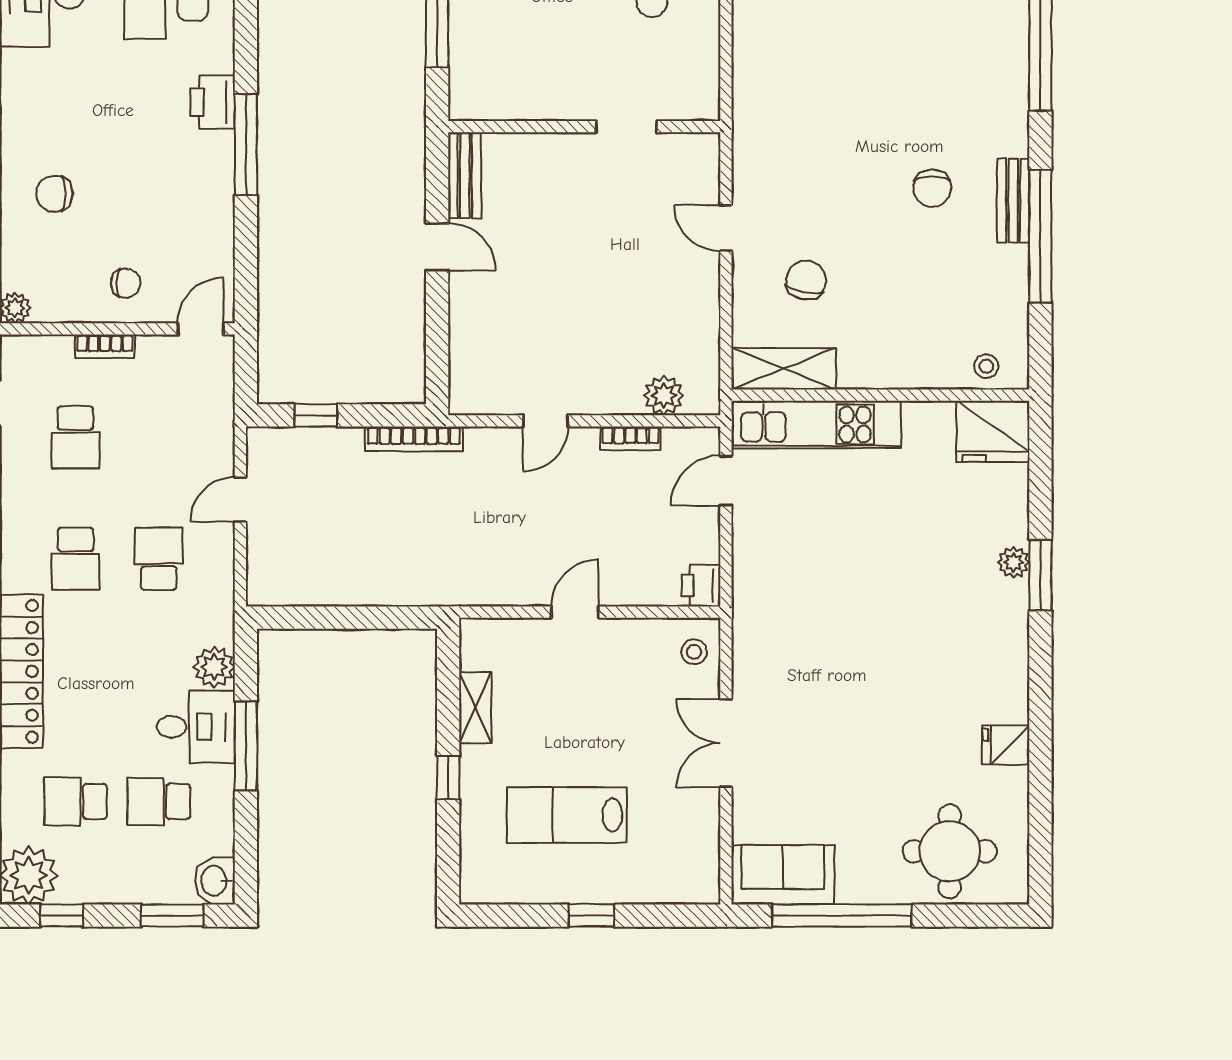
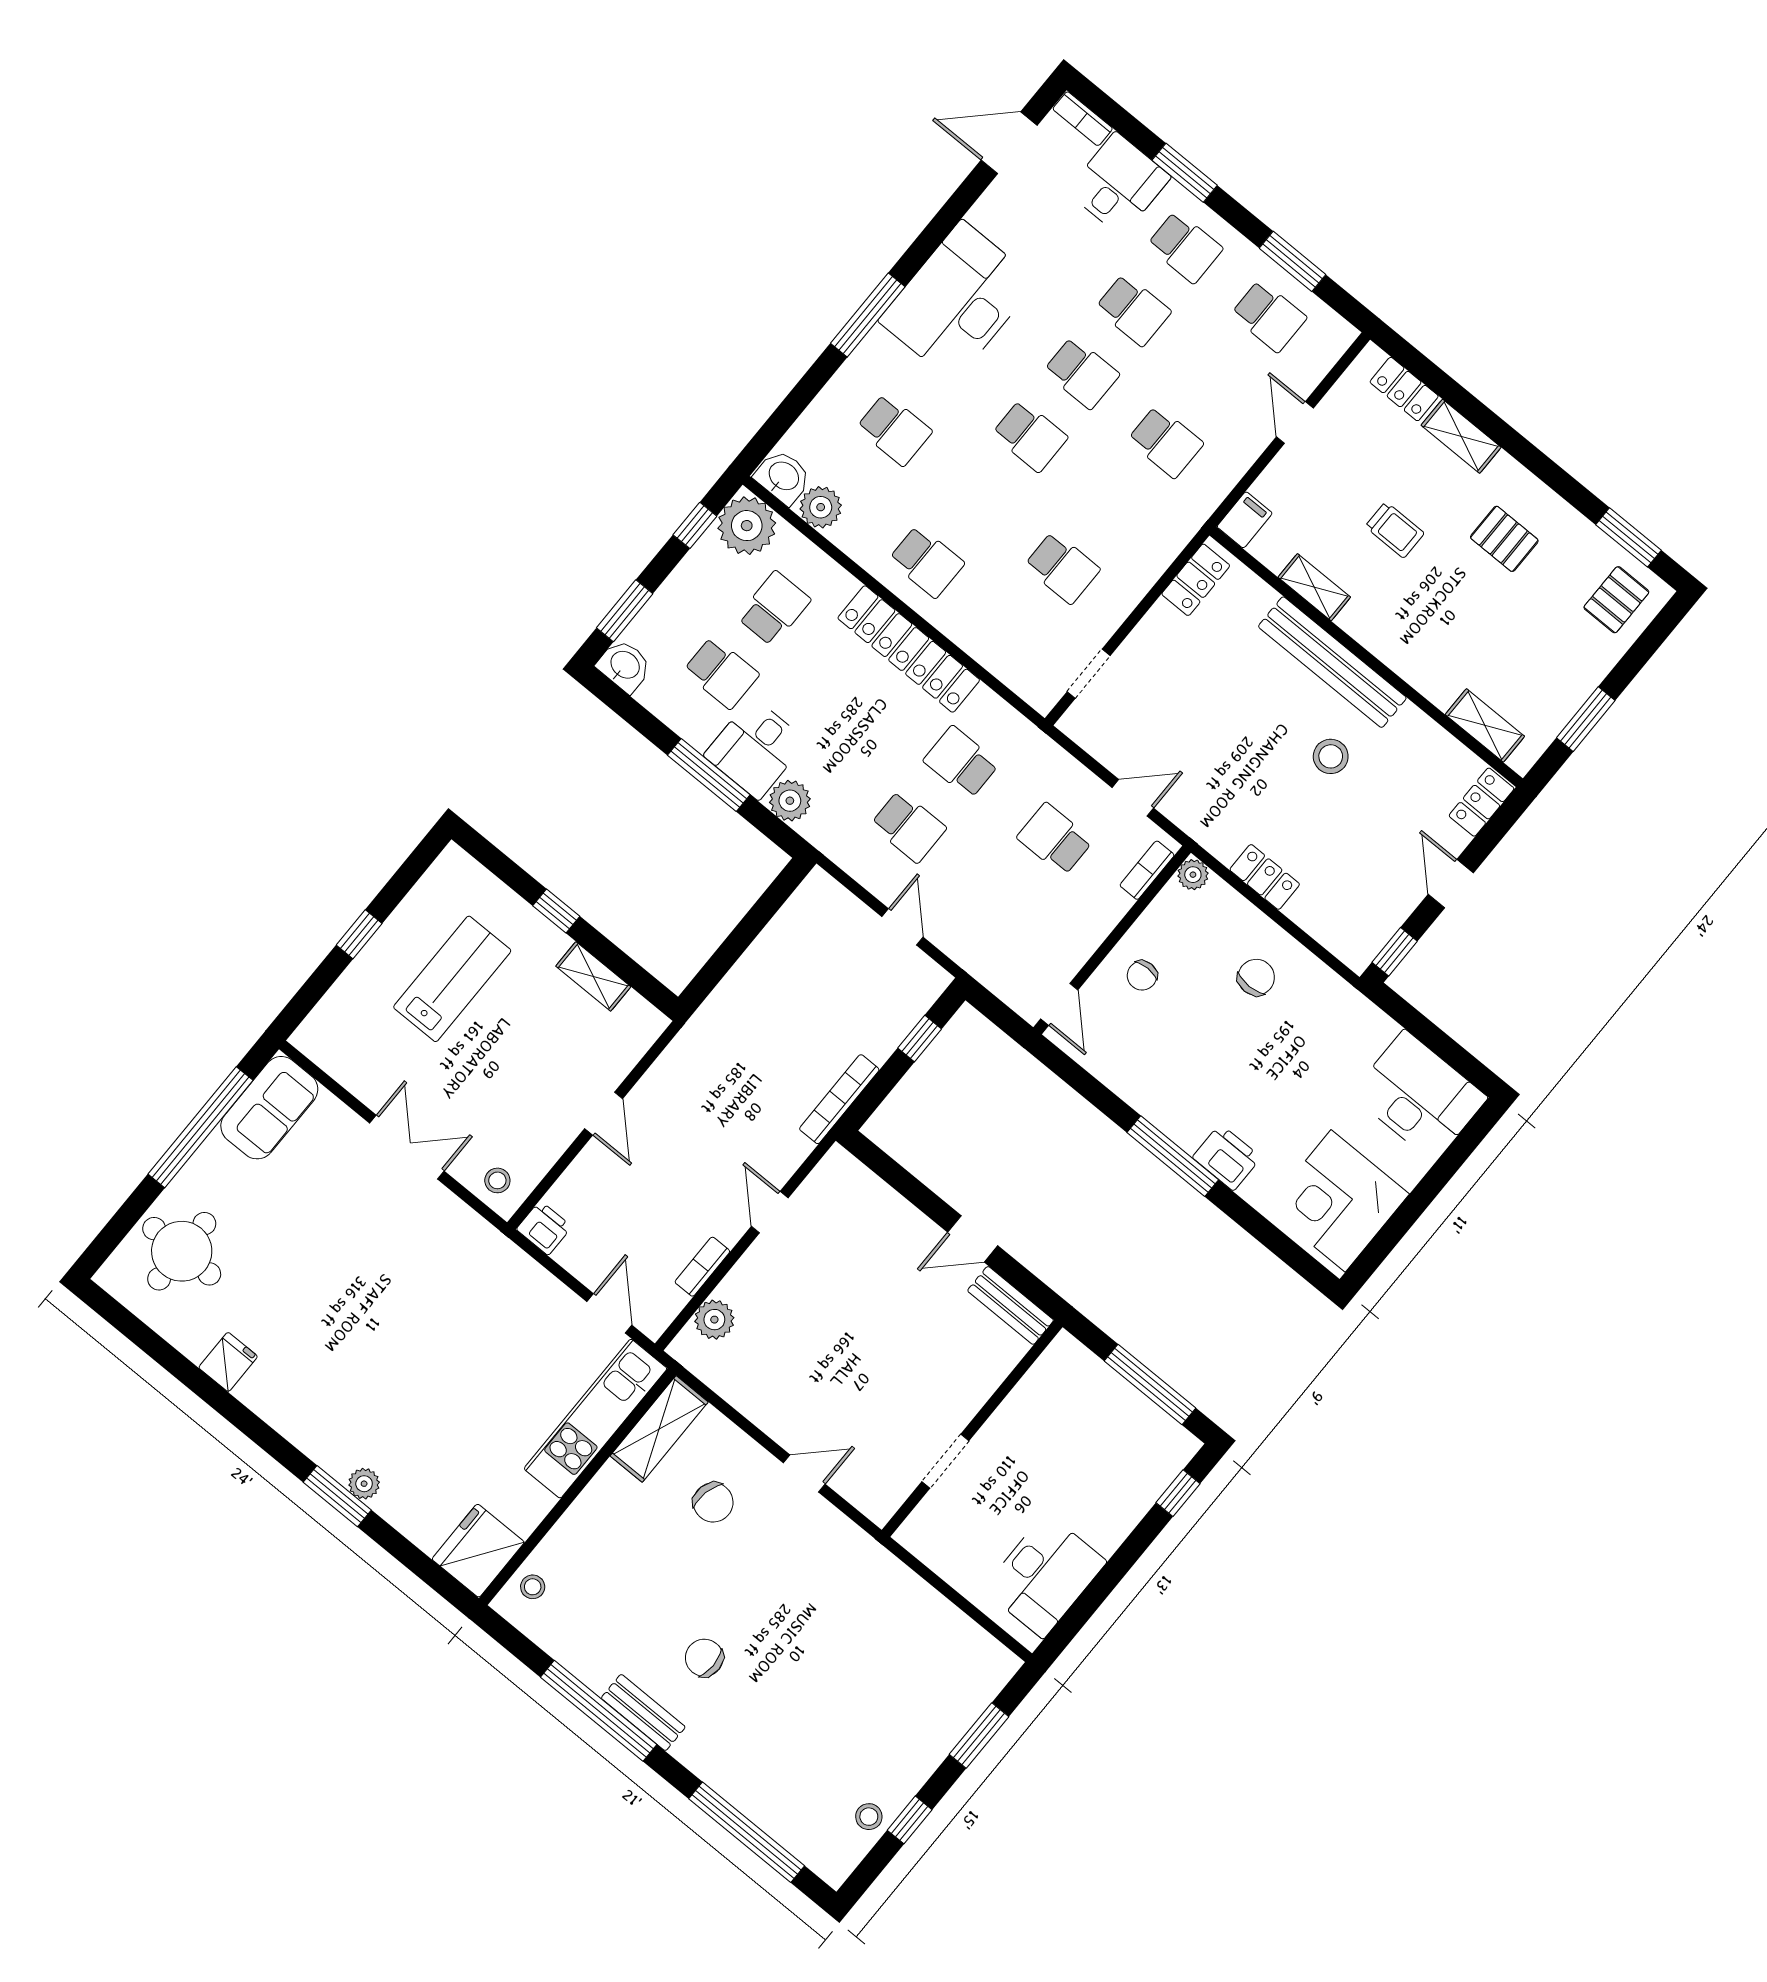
bookcase: (105, 346) -> (1147, 870), moved
school desk: (159, 801) -> (721, 673), turned 90

